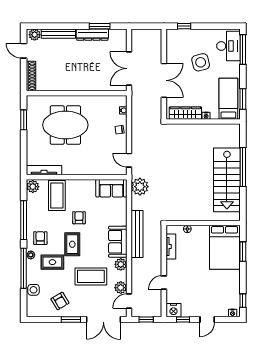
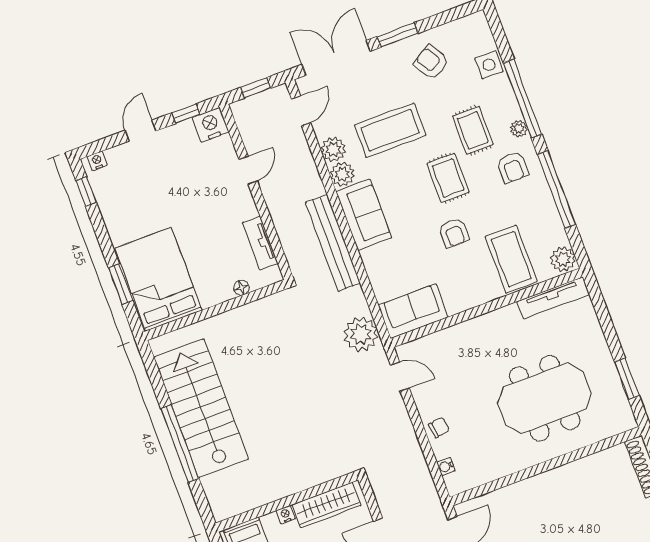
rug: (52, 262) -> (473, 130), turned 90
plant: (121, 288) -> (333, 149), moved

